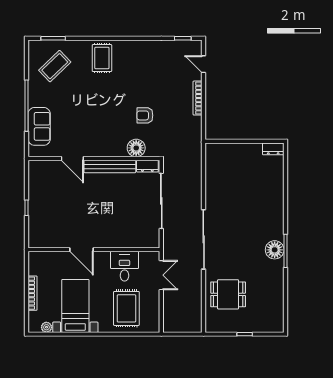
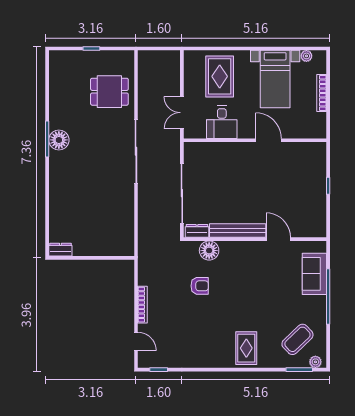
plant: (38, 45) -> (315, 362), added

